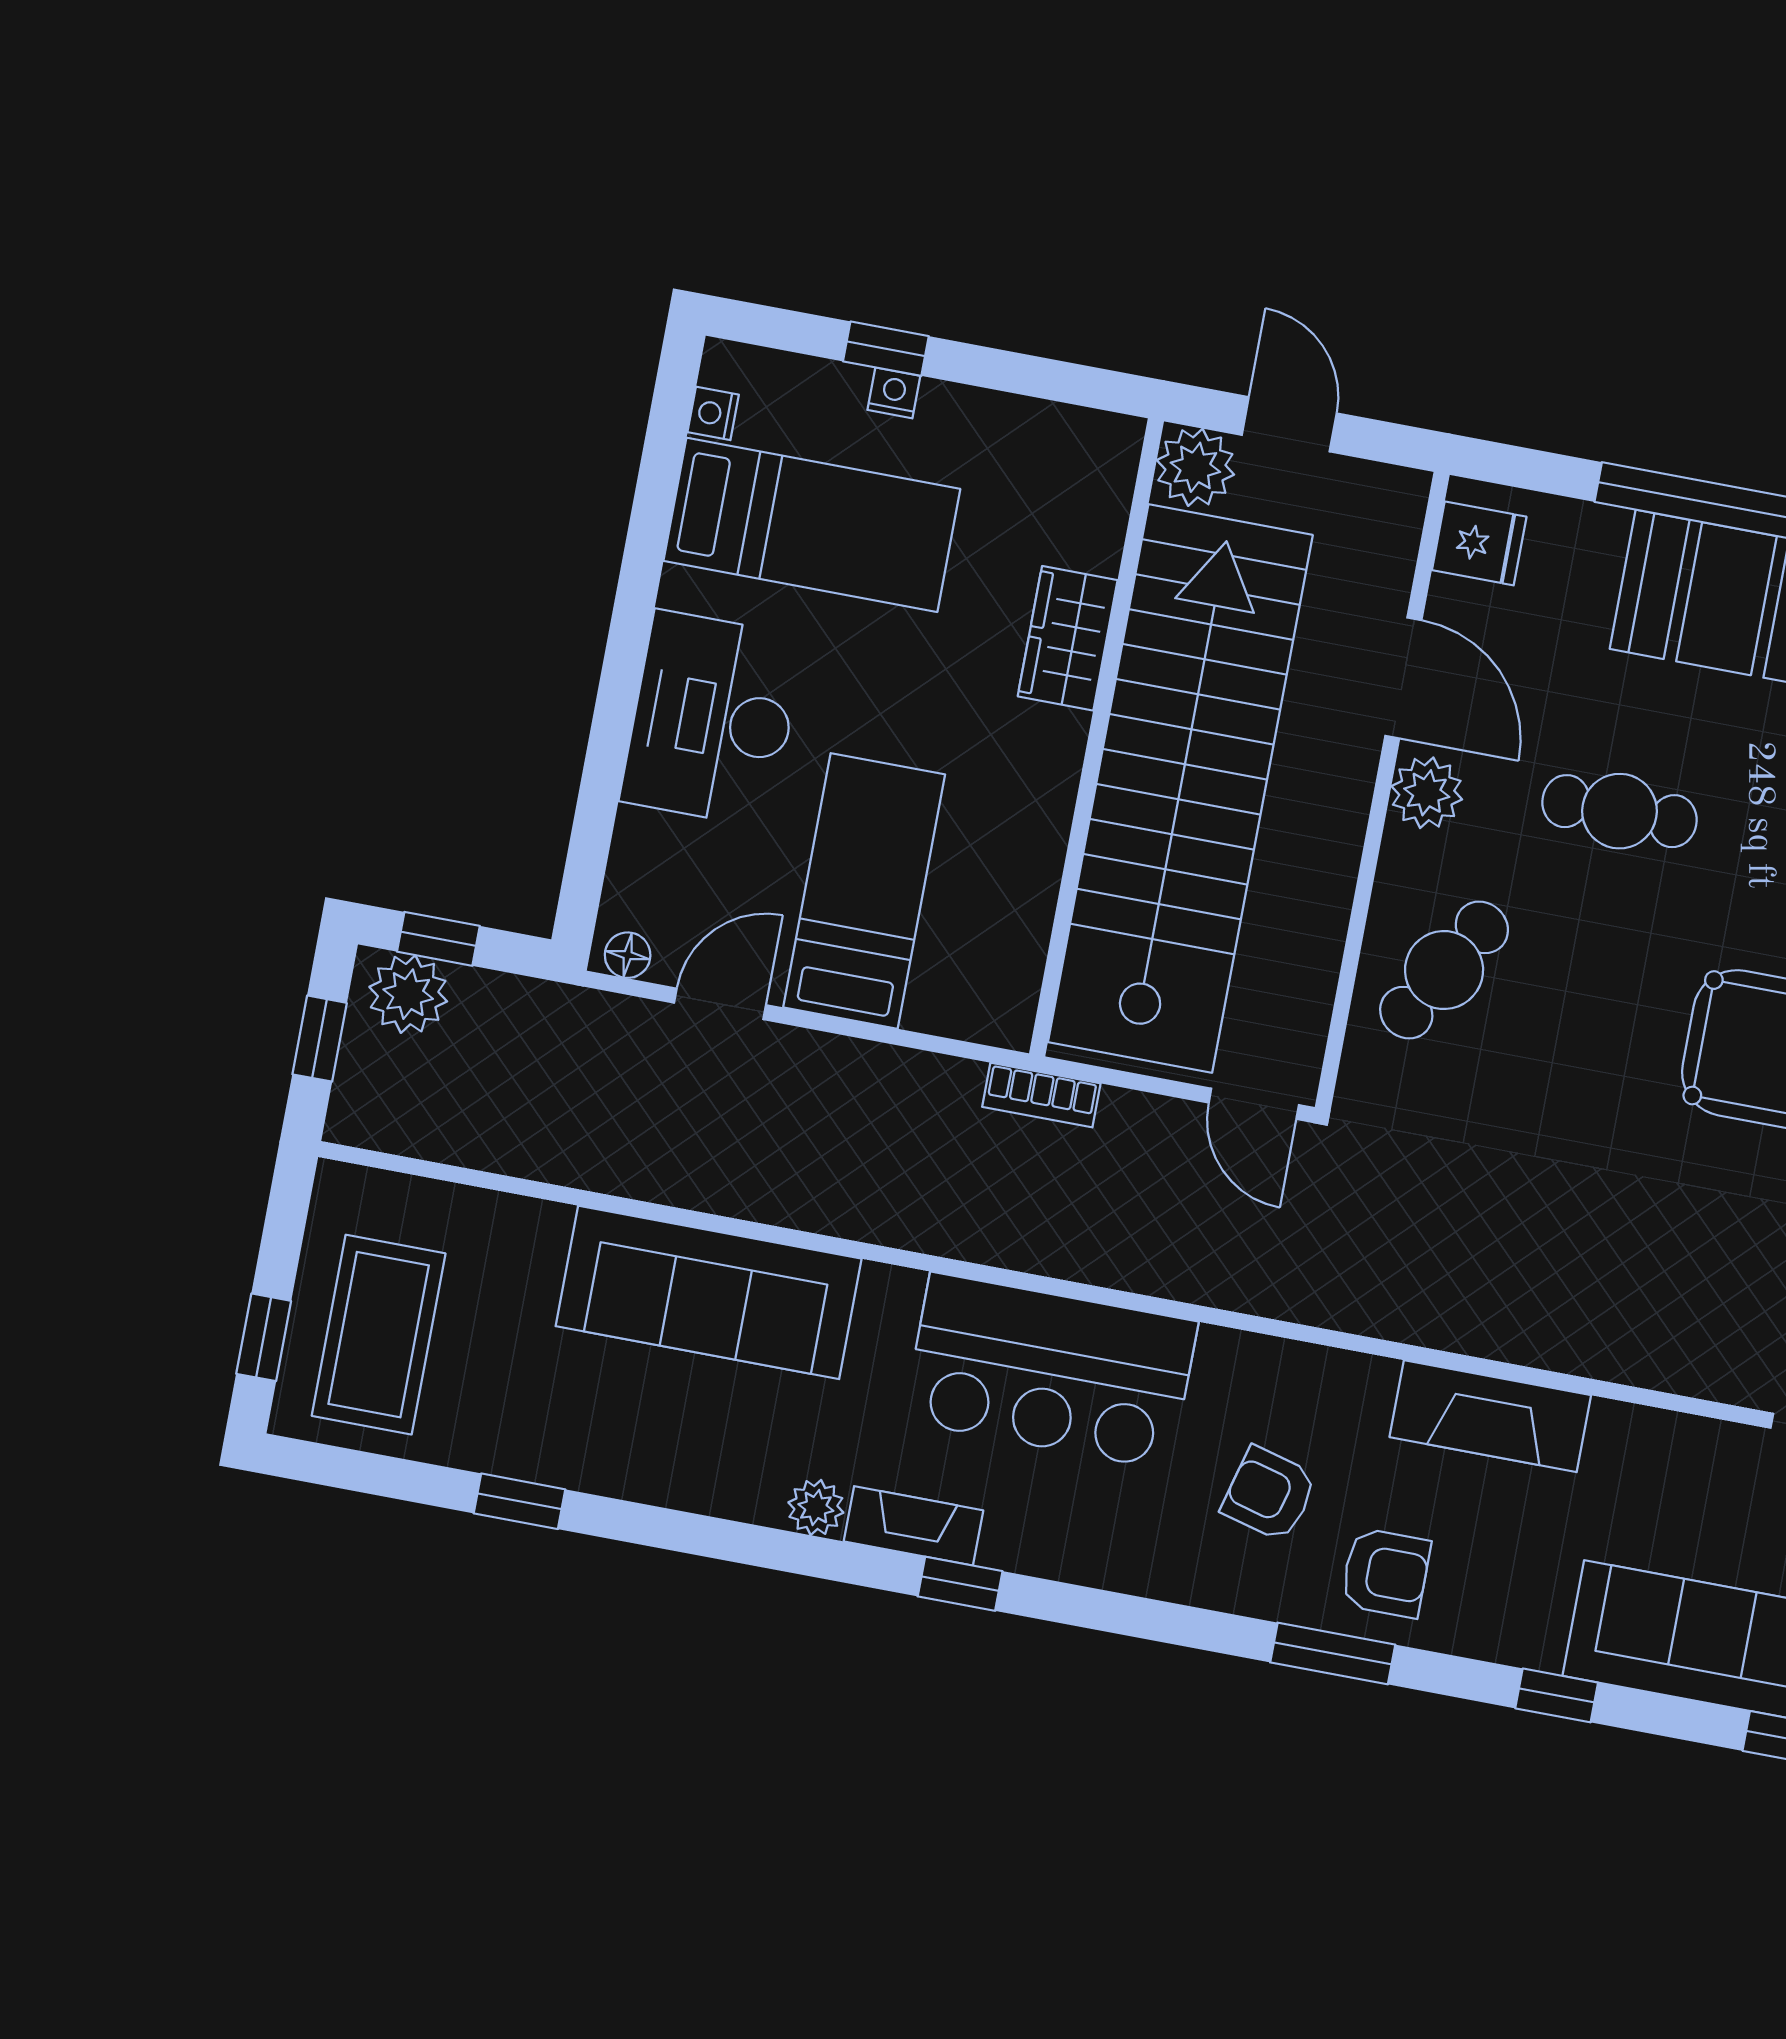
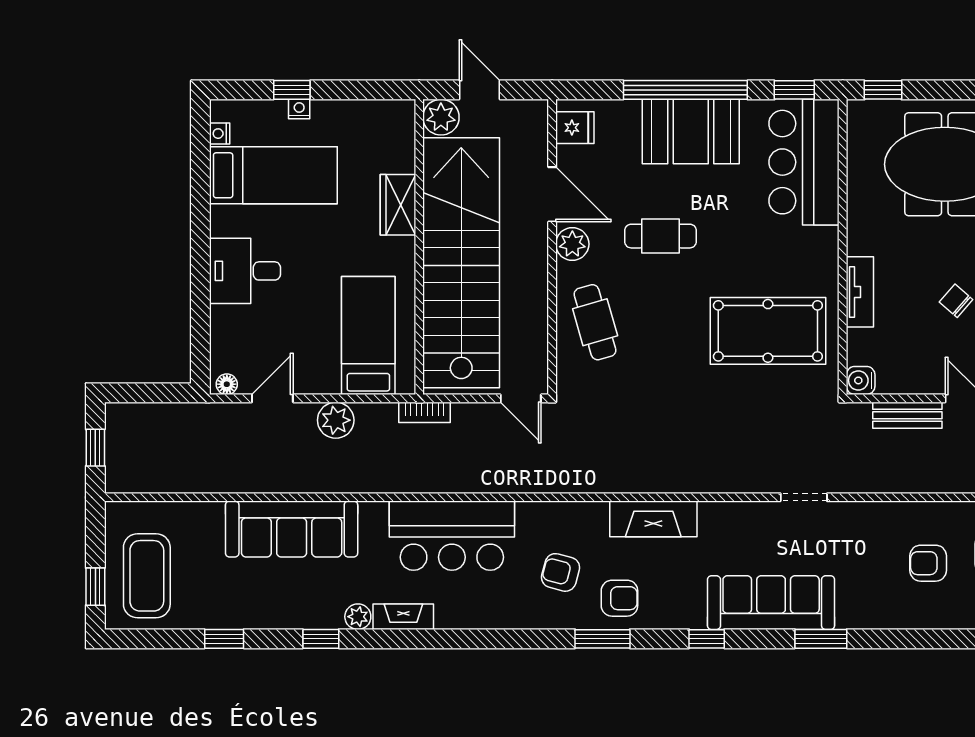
desk: (712, 719) -> (245, 271), width x0.73
bed: (864, 891) -> (368, 335), moved
window: (438, 939) -> (140, 393), removed
cafe table: (1444, 970) -> (595, 322), turned -47
plant: (408, 994) -> (336, 420), moved
window: (960, 1584) -> (321, 639), moved

